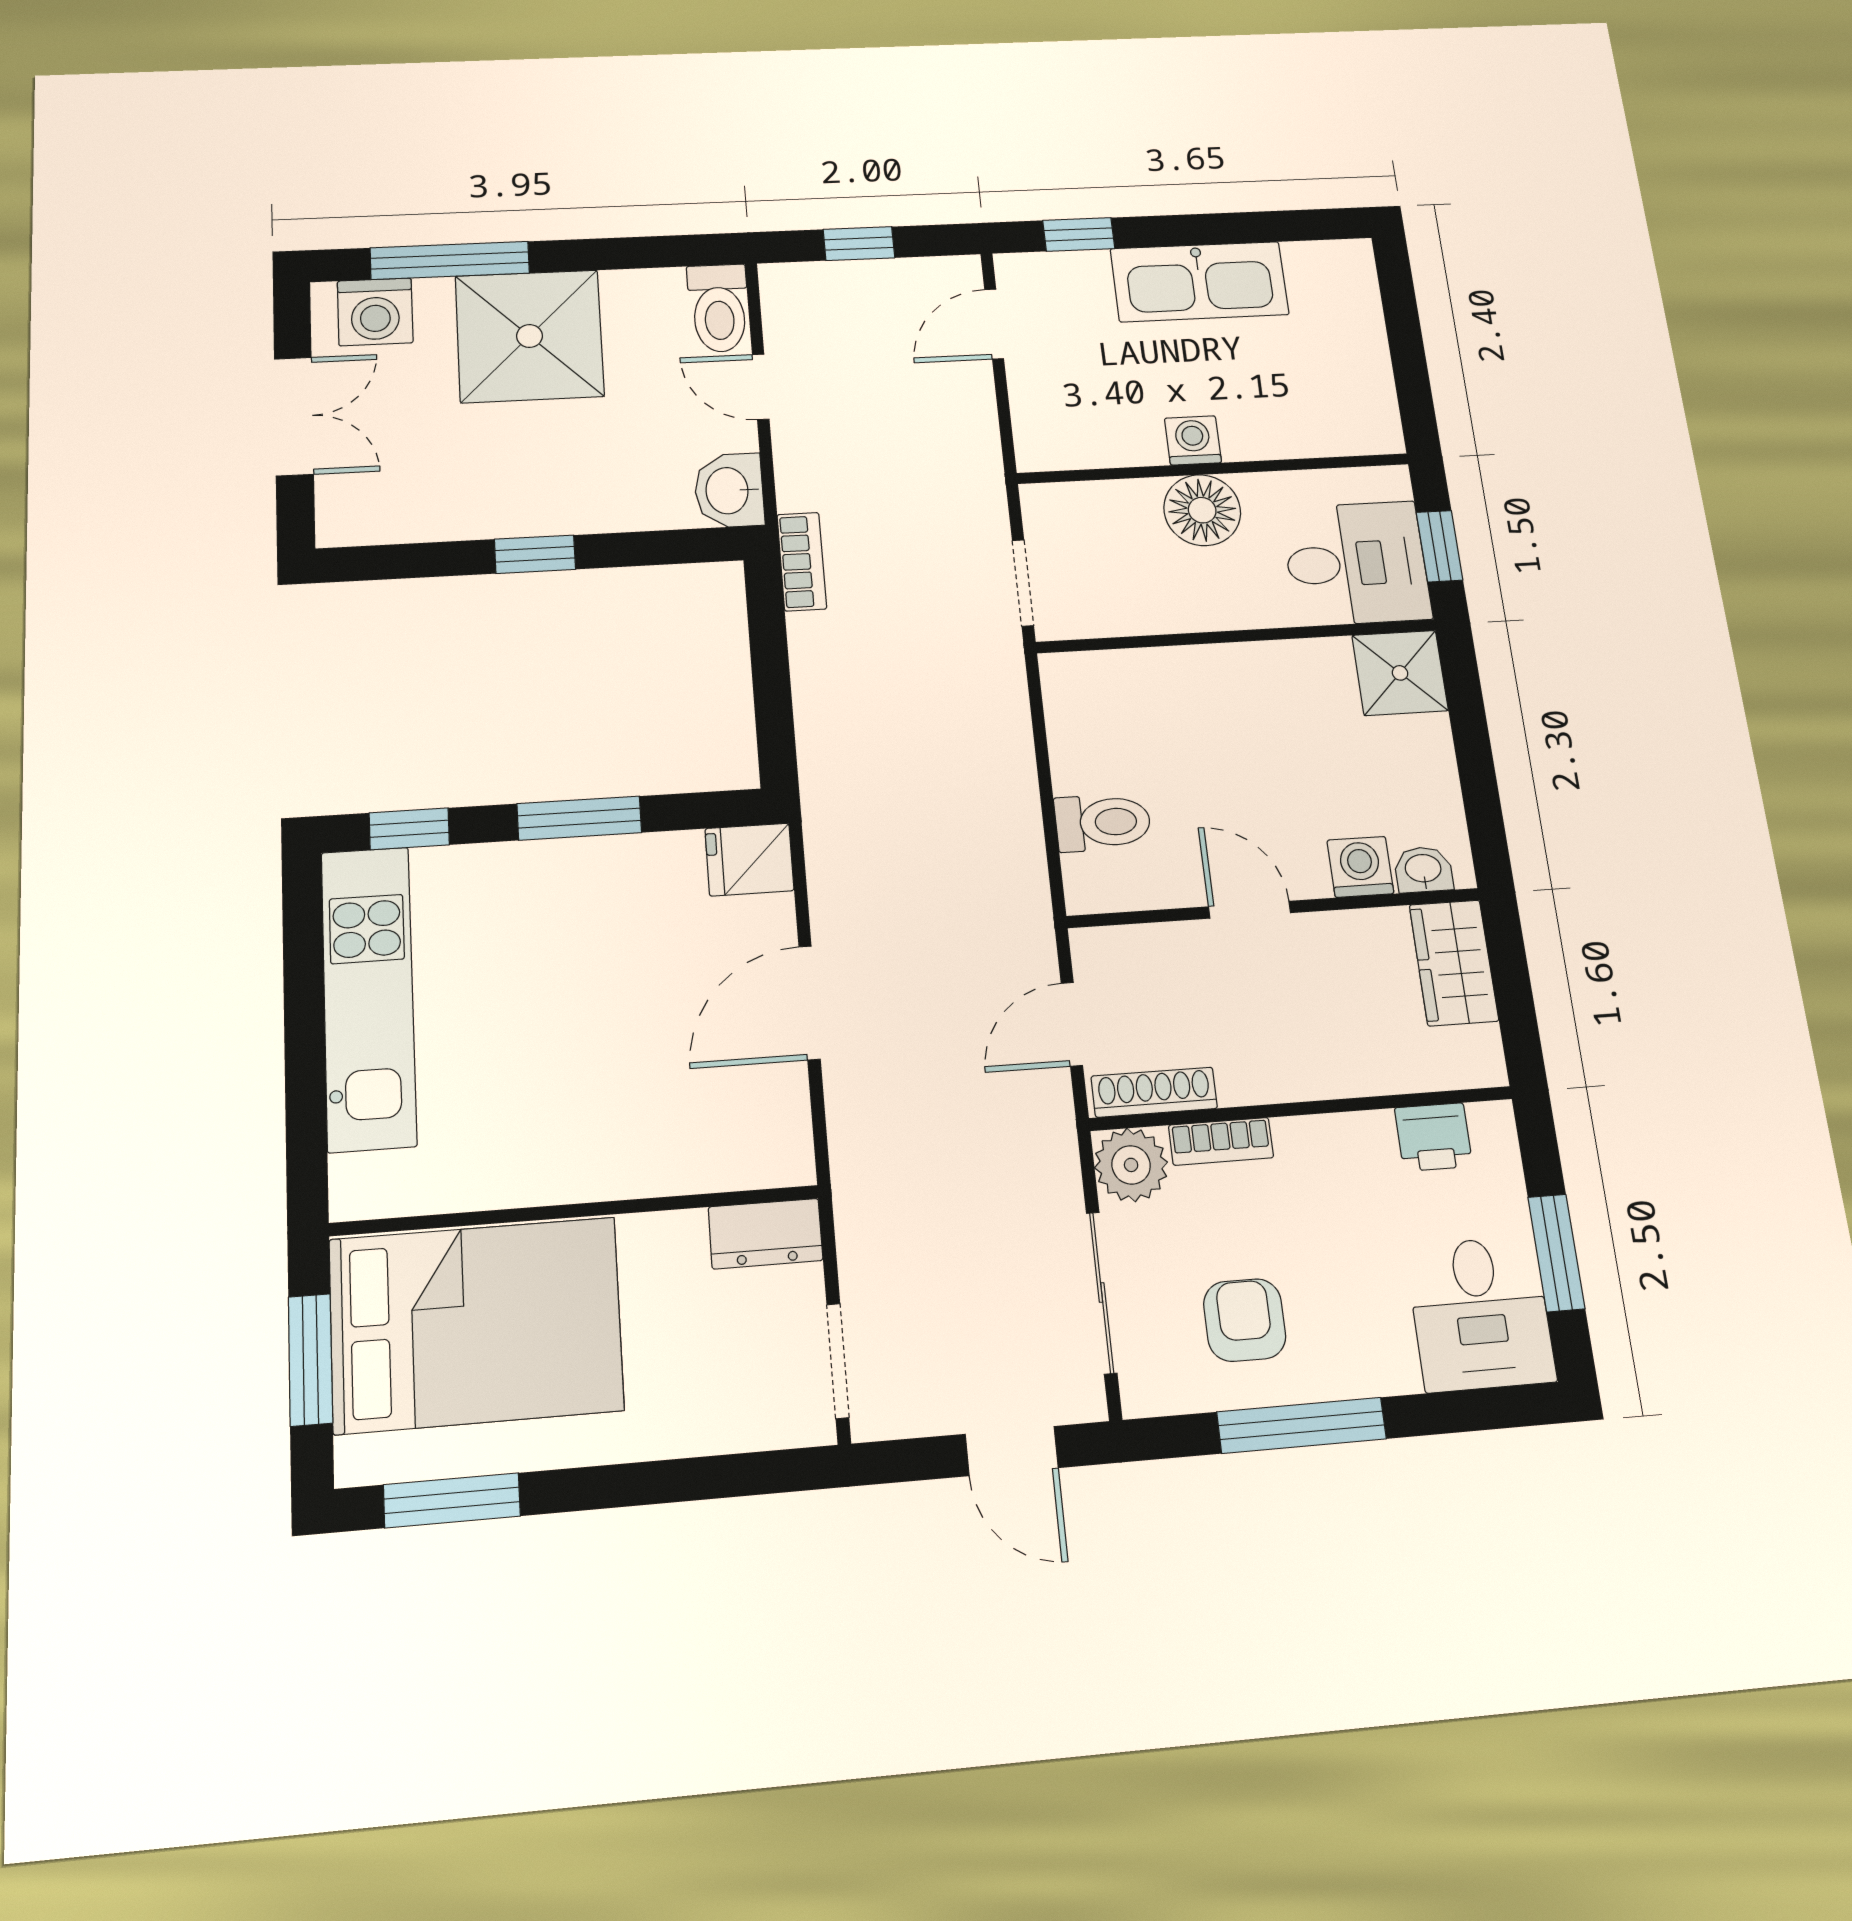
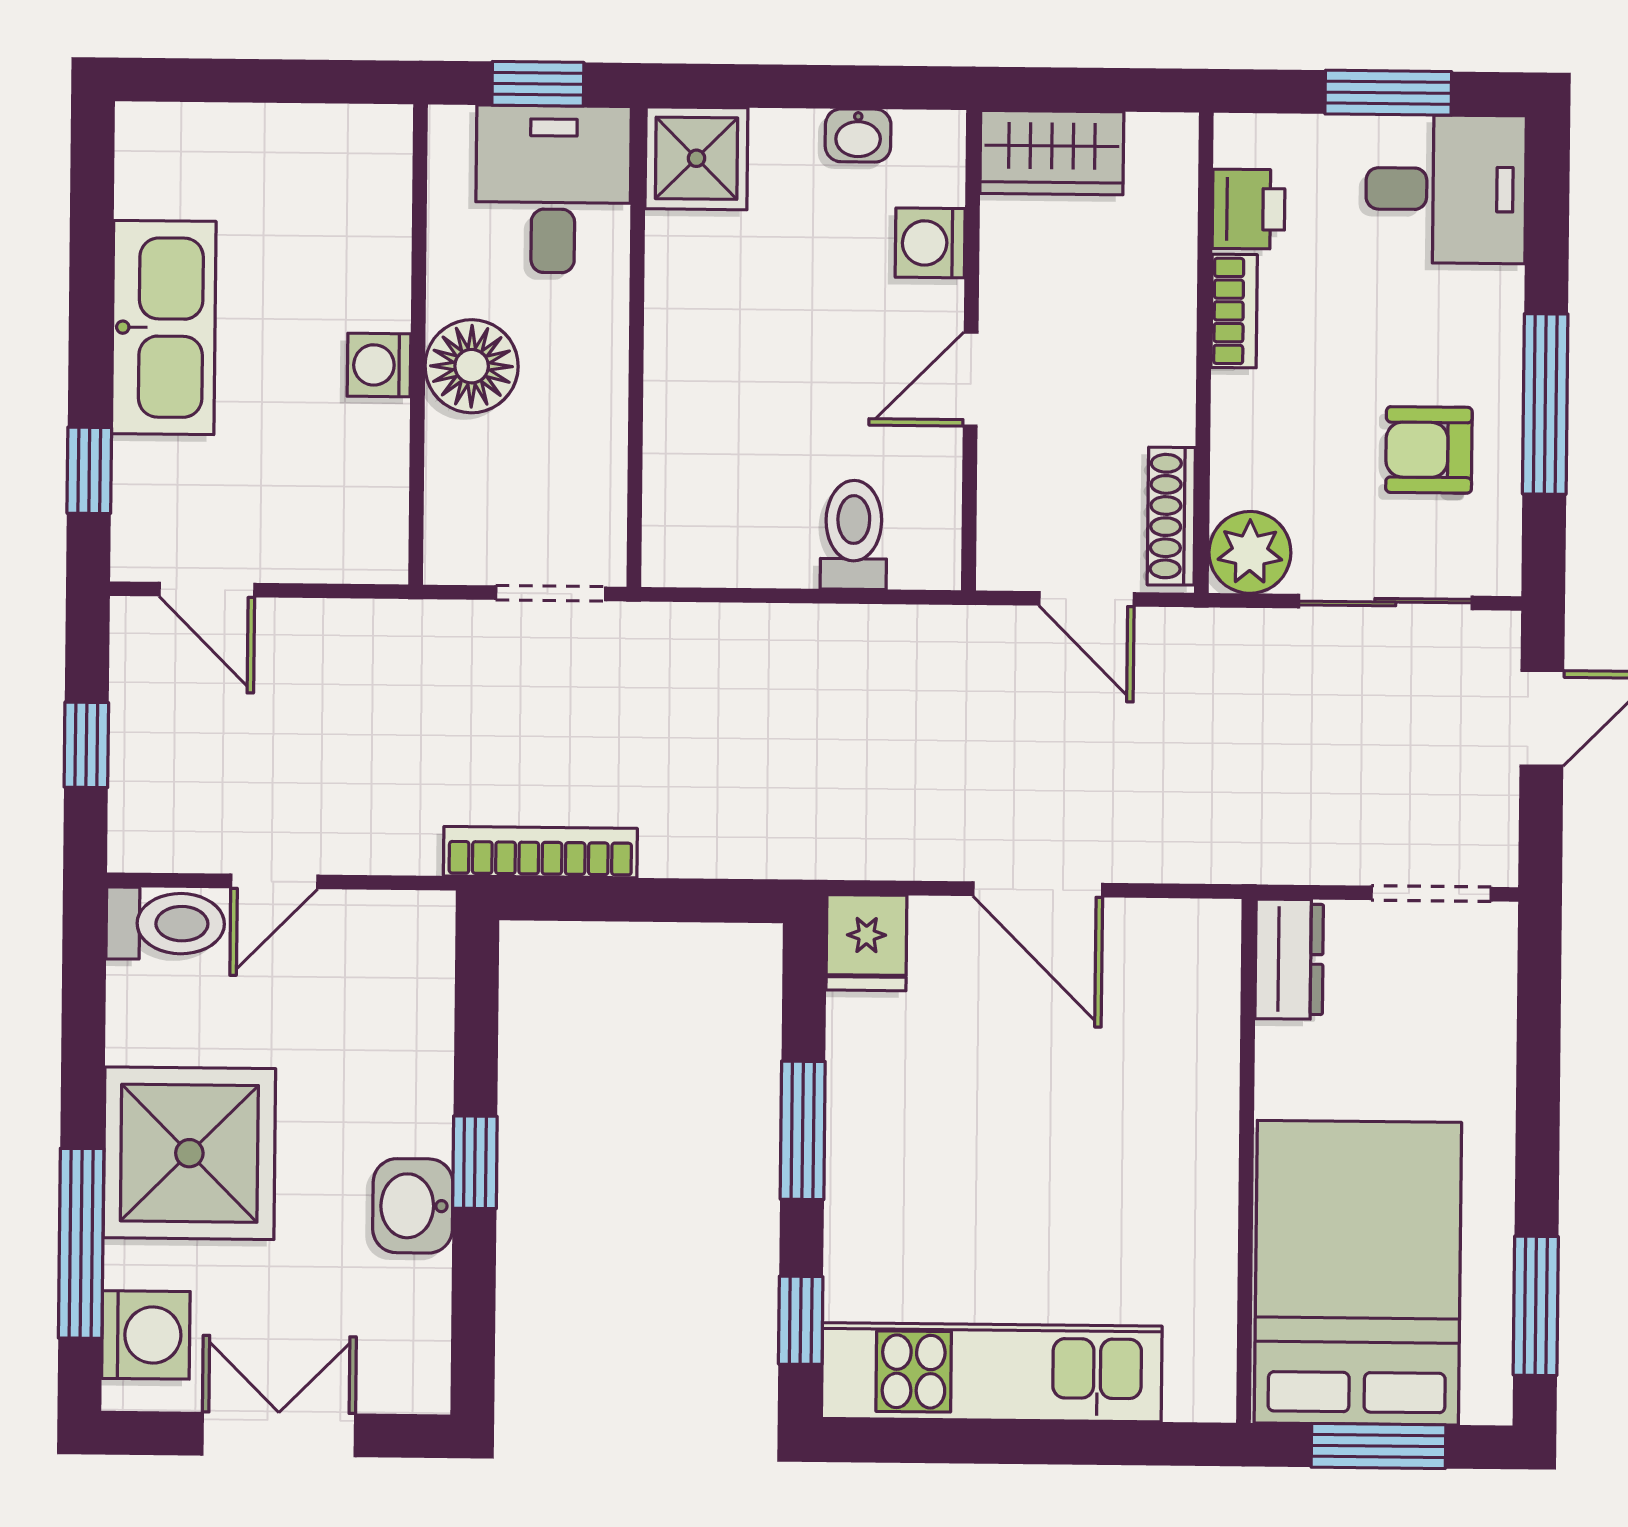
washbasin: (729, 491) -> (413, 1206), moved, turned 90
bookcase: (802, 562) -> (540, 852), width x1.56
washbasin: (1423, 869) -> (858, 135), moved, turned -90
bookcase: (1221, 1141) -> (1234, 311), moved

